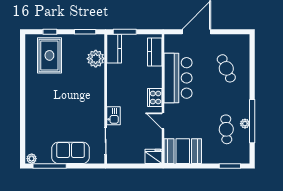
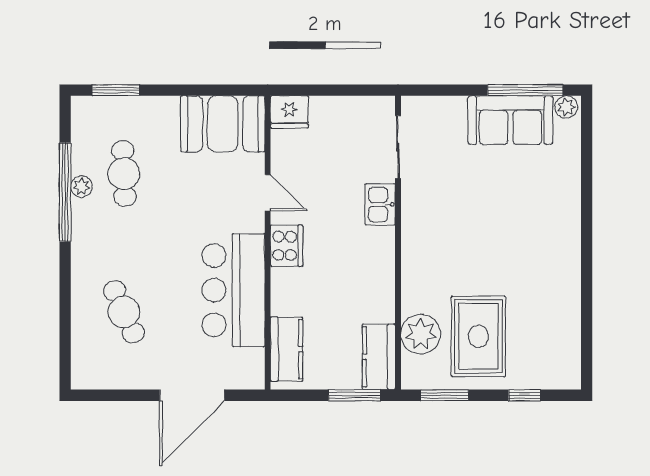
rug: (49, 55) -> (478, 336), moved
sofa: (71, 153) -> (510, 120), moved

